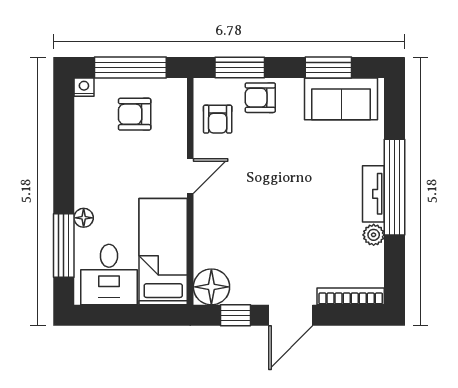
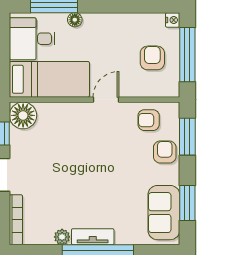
door: (190, 176) -> (106, 100), swing flipped

